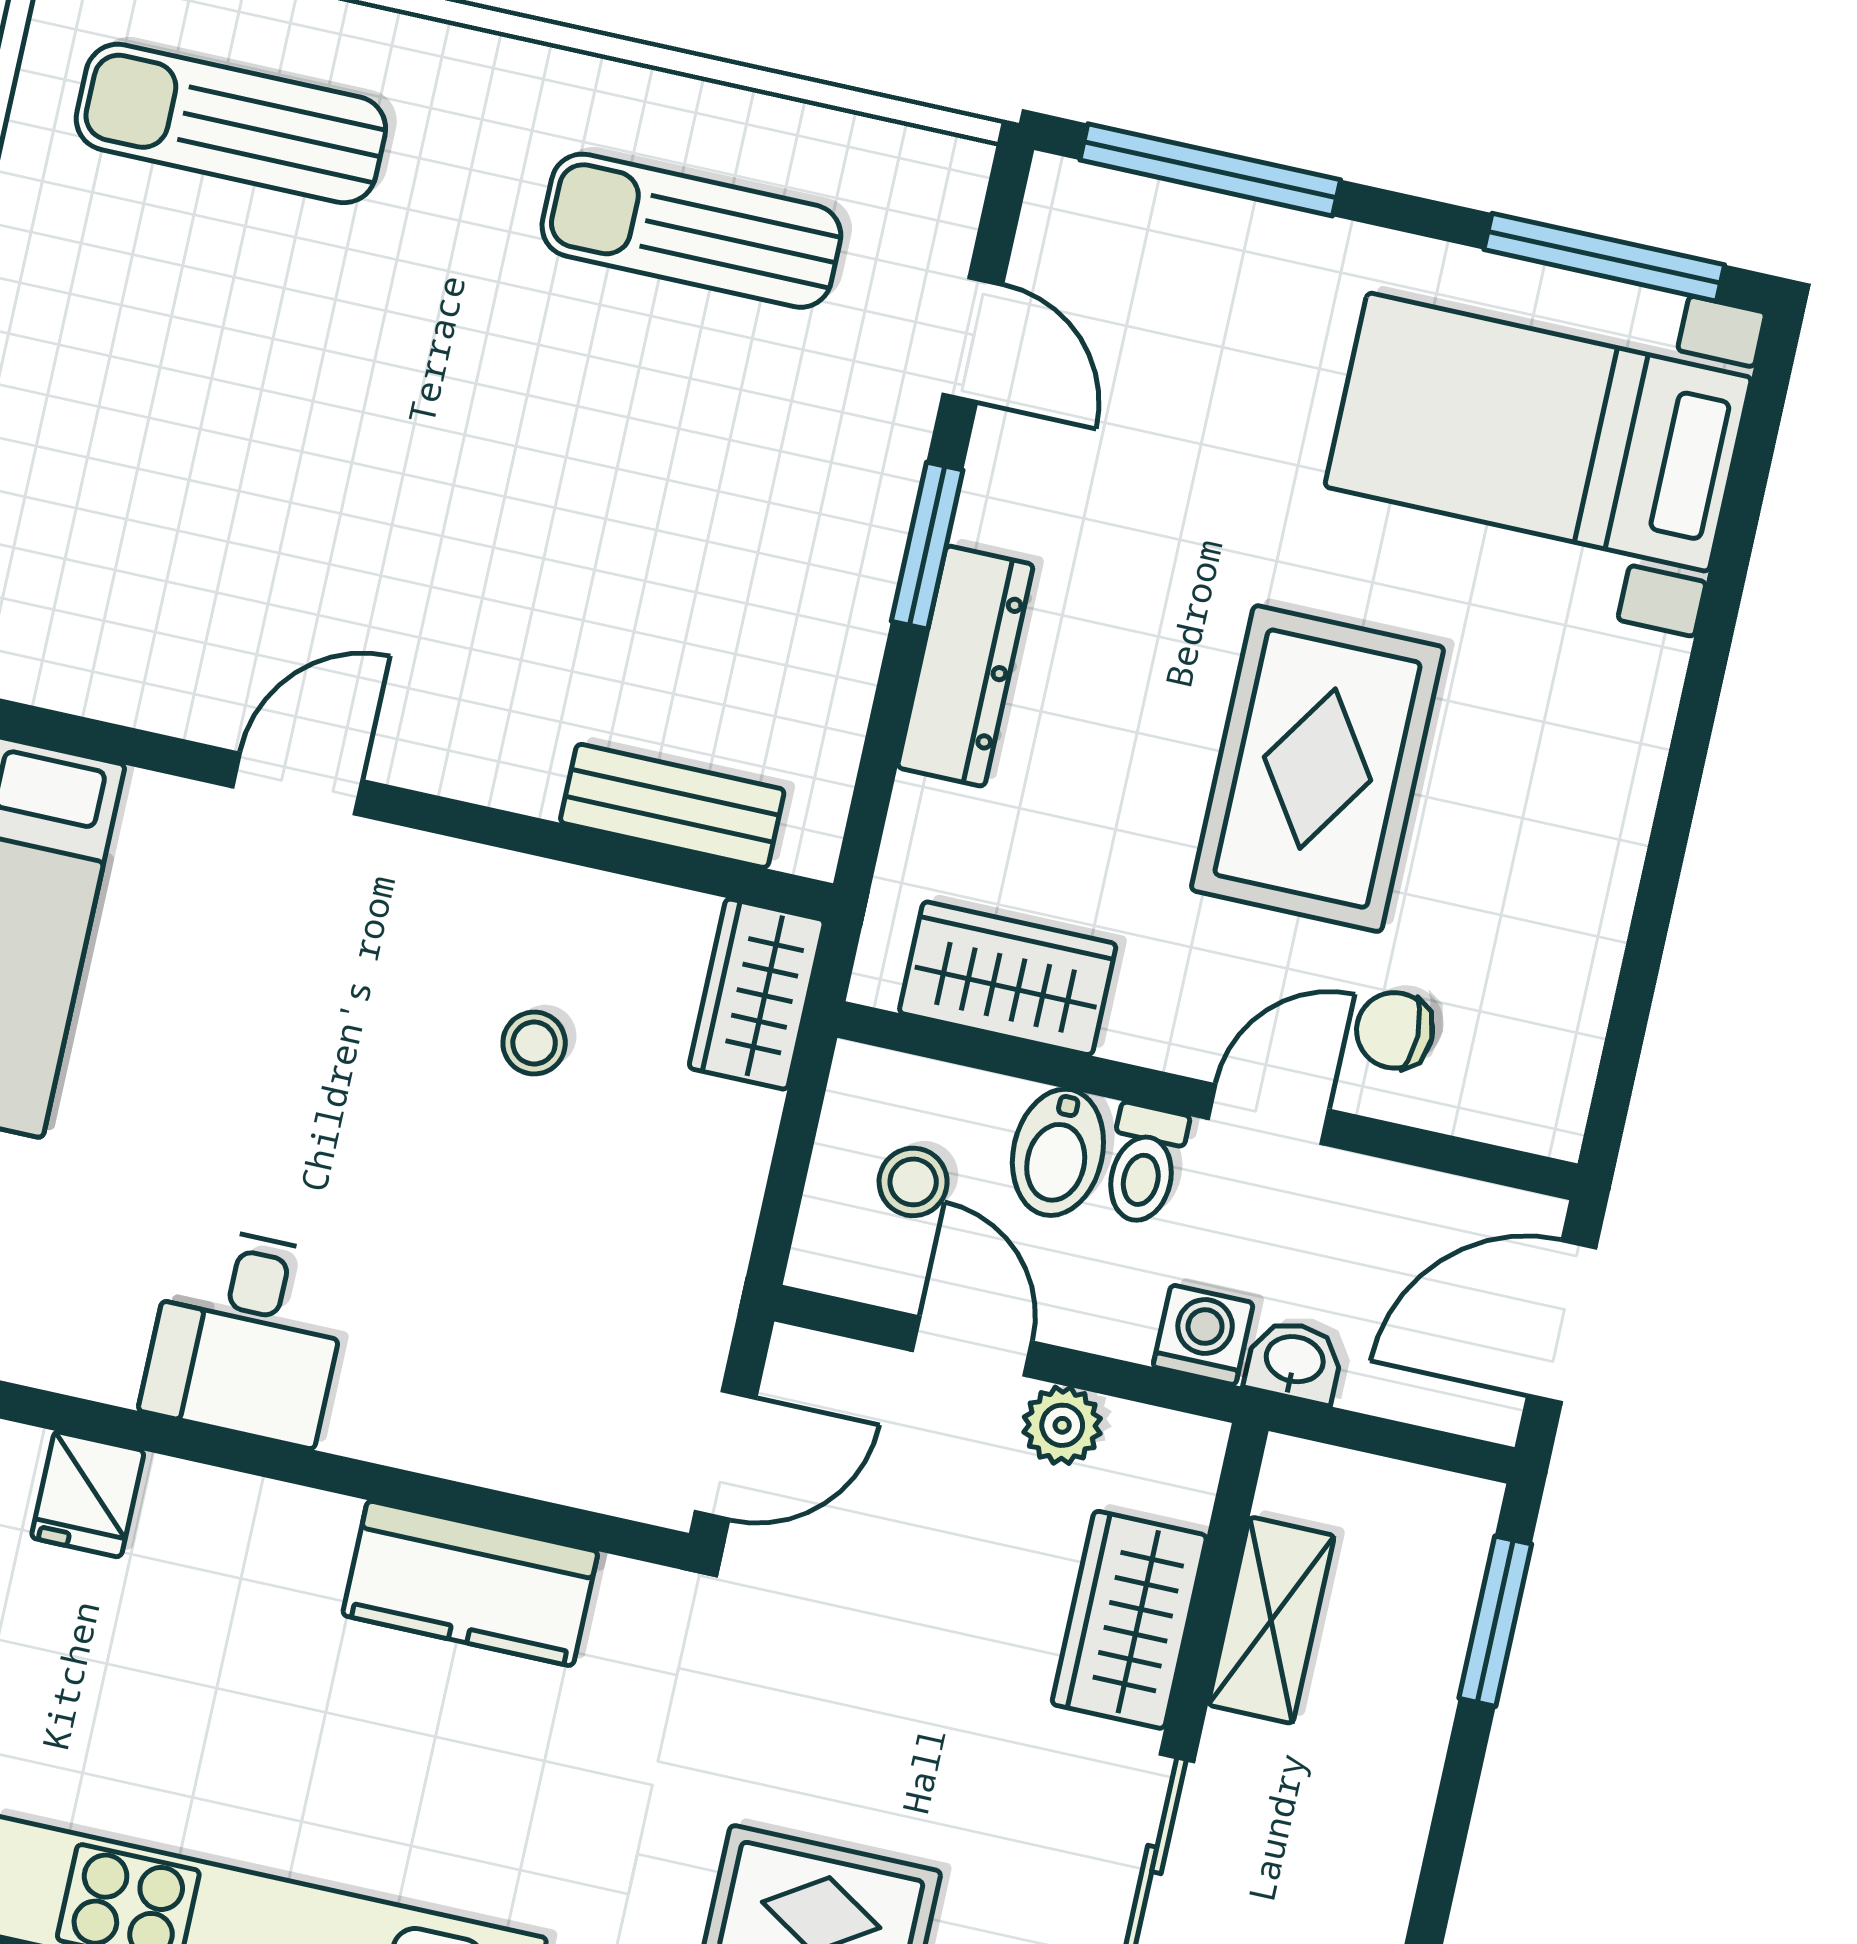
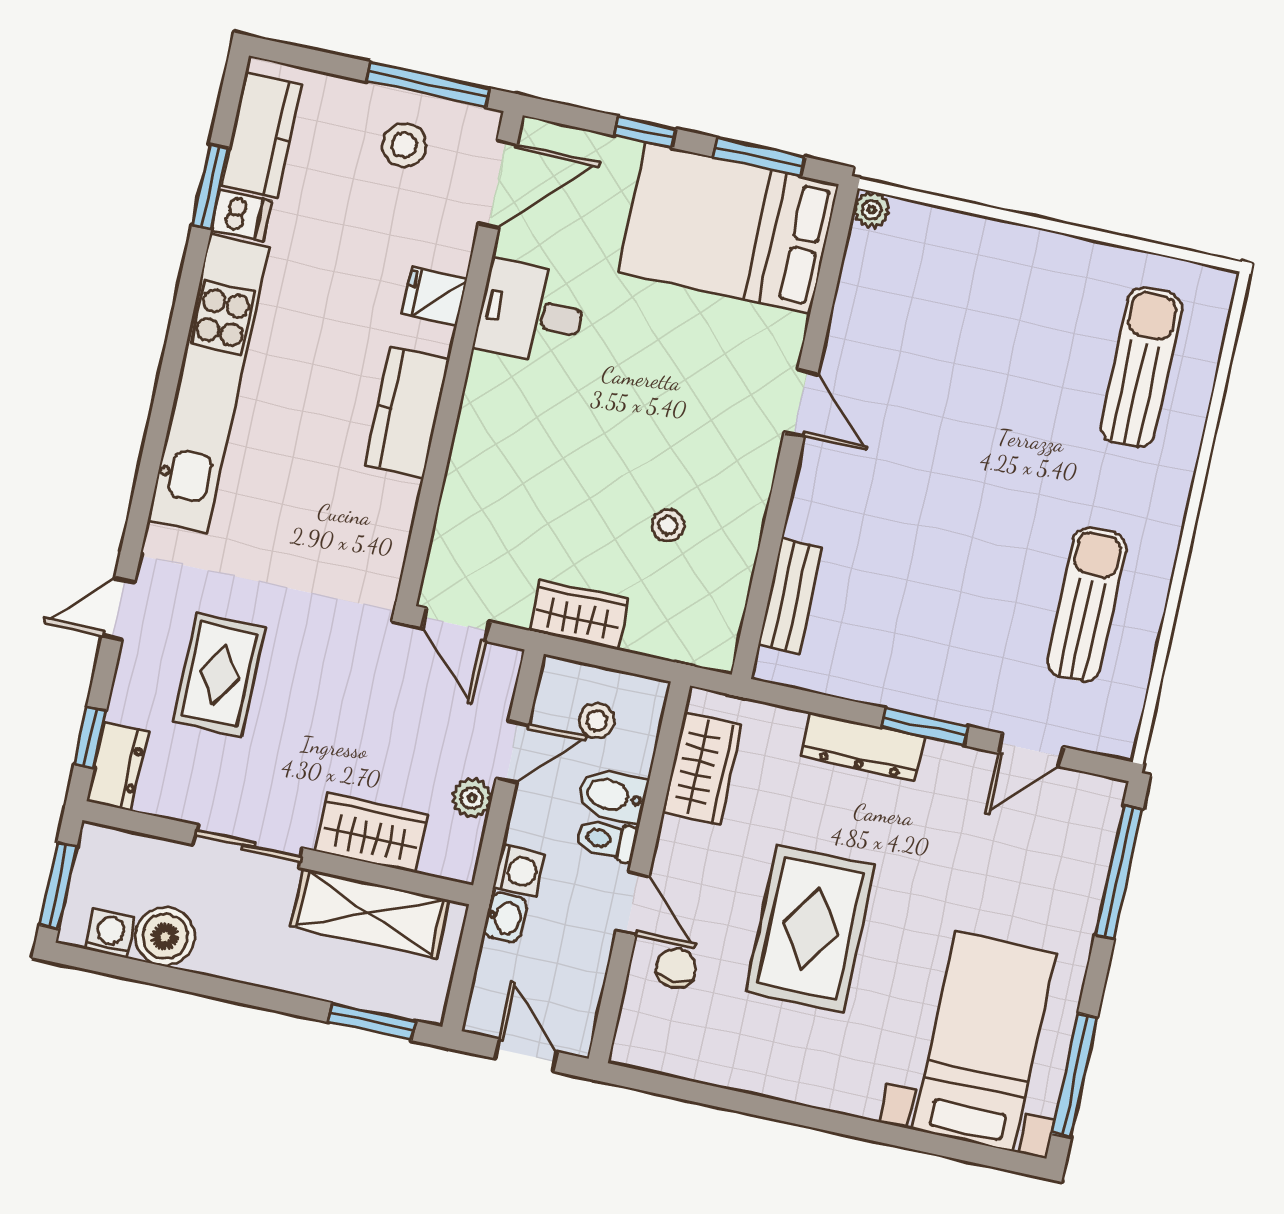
rug: (1318, 769) -> (811, 928), turned 90
wardrobe: (757, 994) -> (579, 615), moved
door: (1562, 1322) -> (526, 1055), width x0.73
desk: (247, 1335) -> (531, 313), moved
kitchen counter: (470, 1583) -> (407, 413), moved
shelving: (1271, 1620) -> (370, 913), width x1.50, depth x1.33

